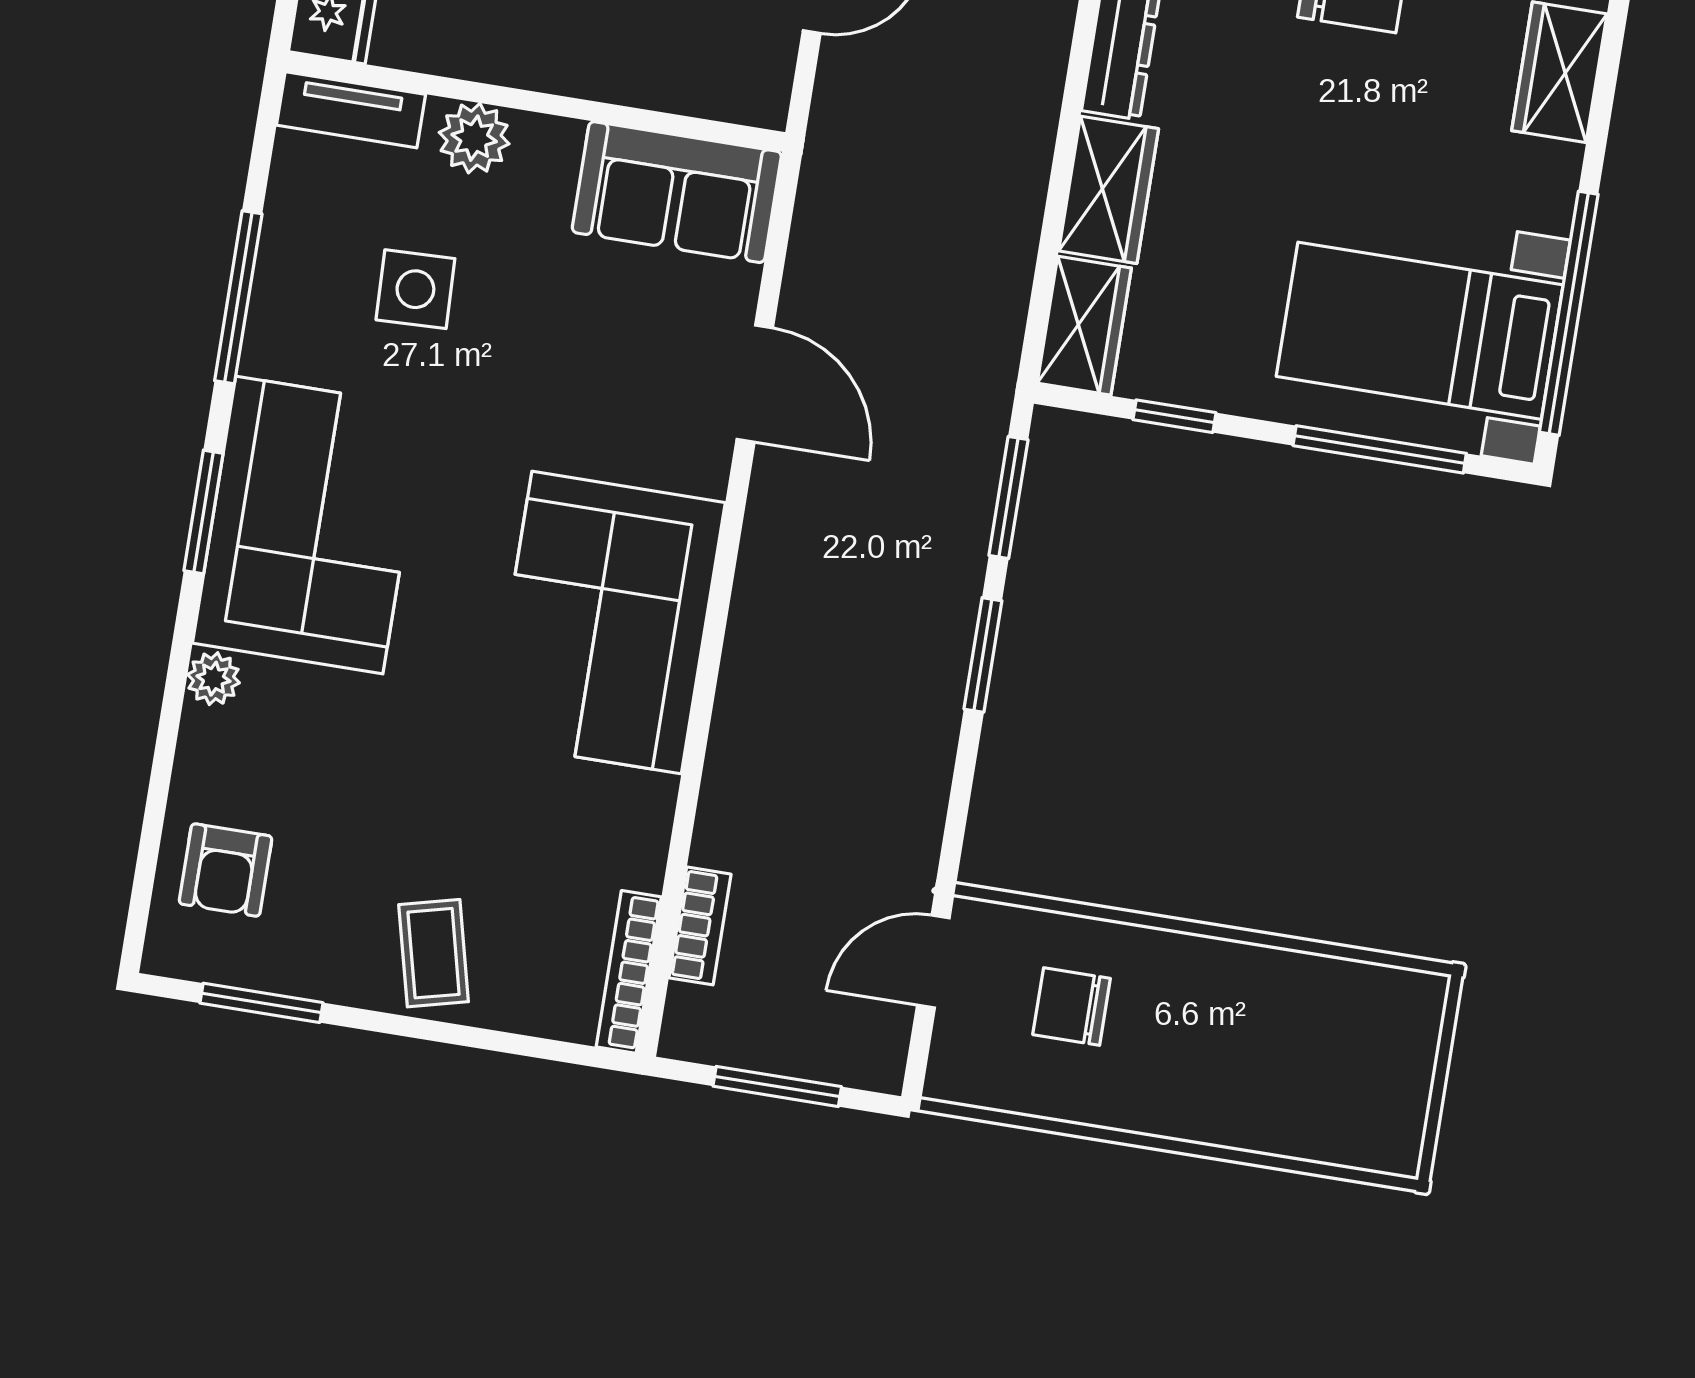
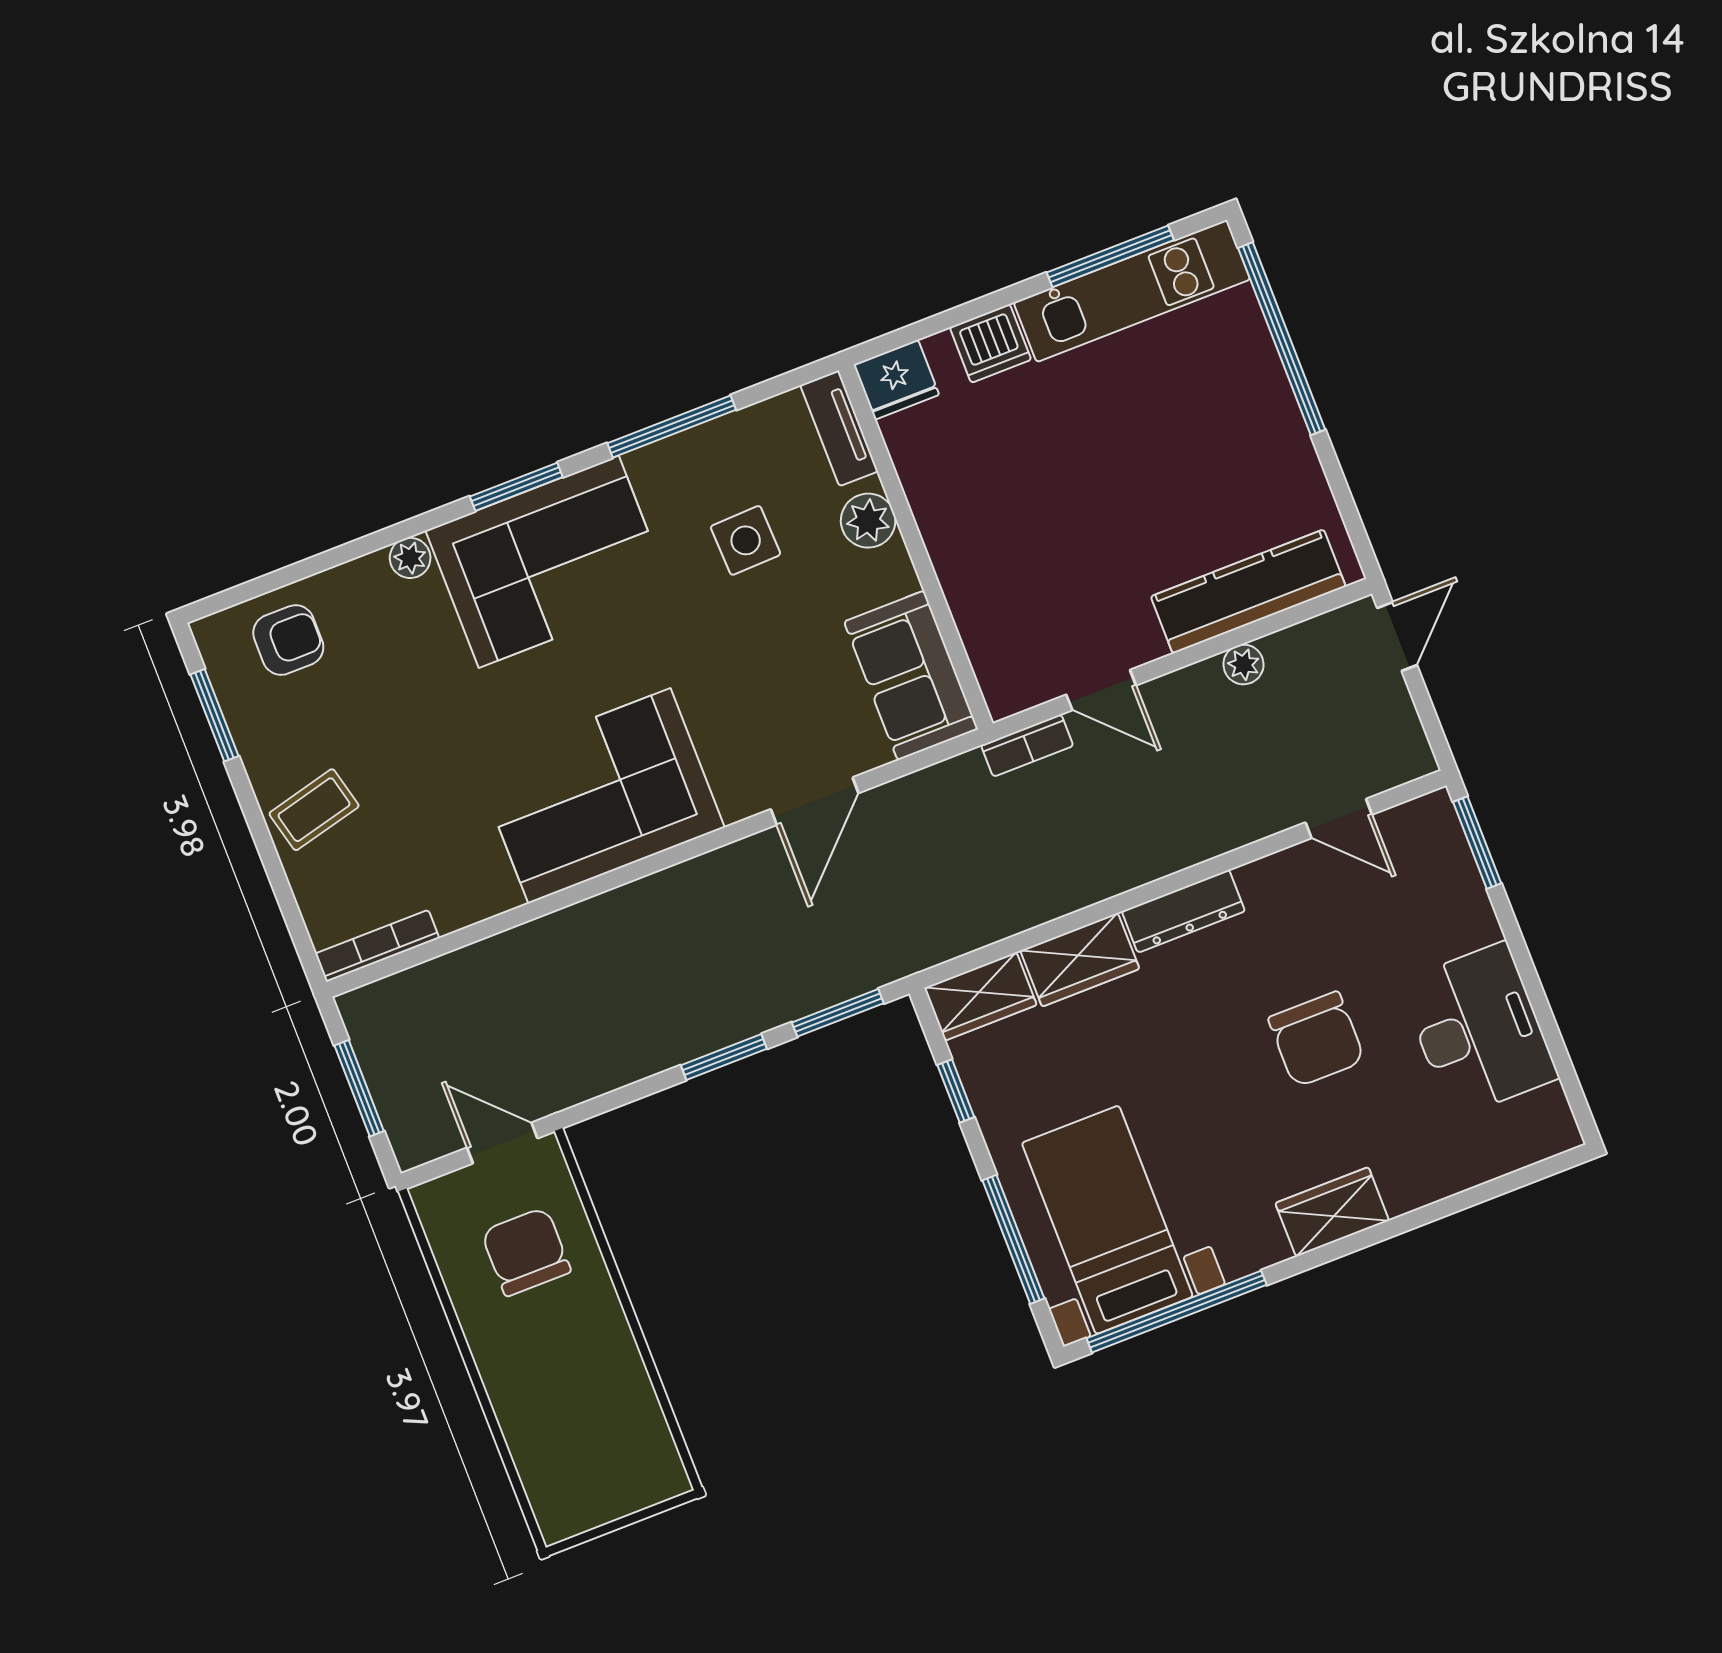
armchair: (226, 870) -> (288, 640), turned 180
bookcase: (700, 926) -> (1027, 745), moved
chair: (1072, 1007) -> (526, 1252), width x1.37, depth x1.37

